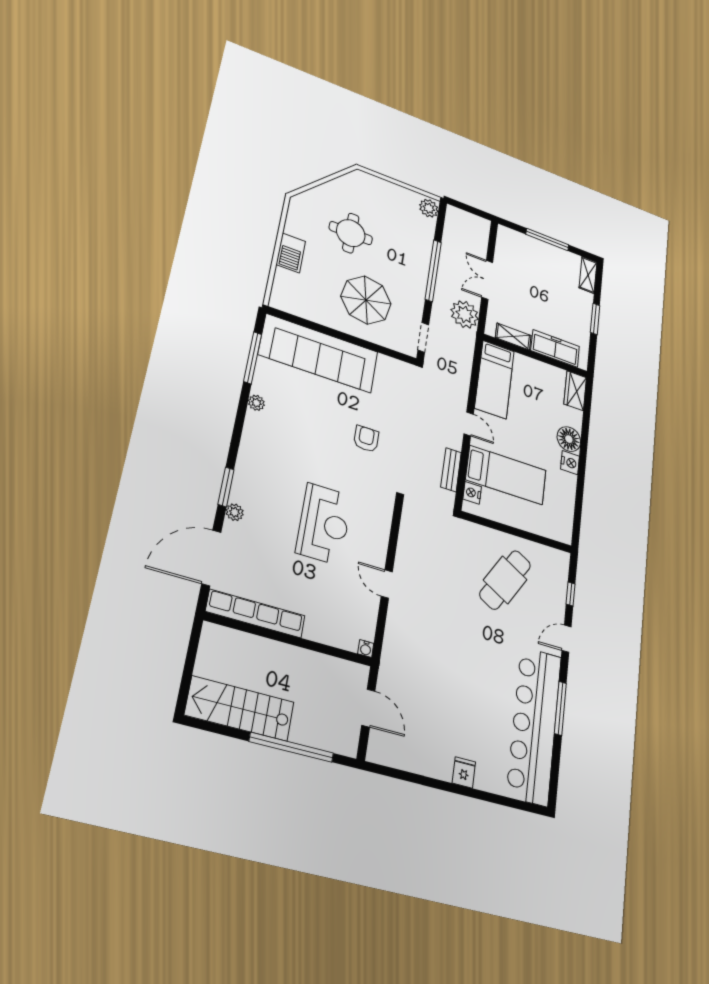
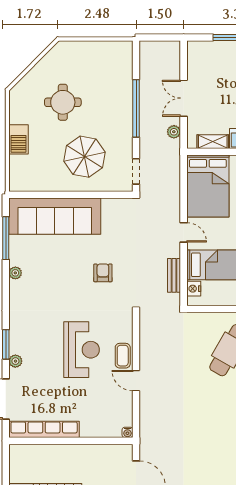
plant: (429, 208) -> (124, 52), removed
plant: (465, 314) -> (174, 132), width x0.53, depth x0.53
bed: (495, 379) -> (208, 186), width x1.50
coffee table: (375, 547) -> (123, 356), added

